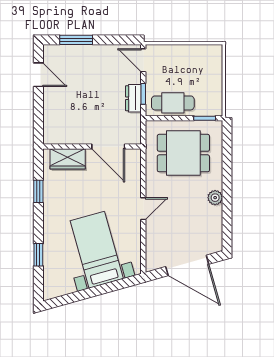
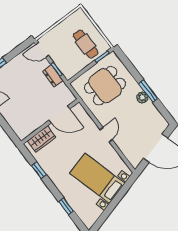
cafe table: (173, 103) -> (86, 44), moved, turned 90
window: (227, 195) -> (148, 91), added

